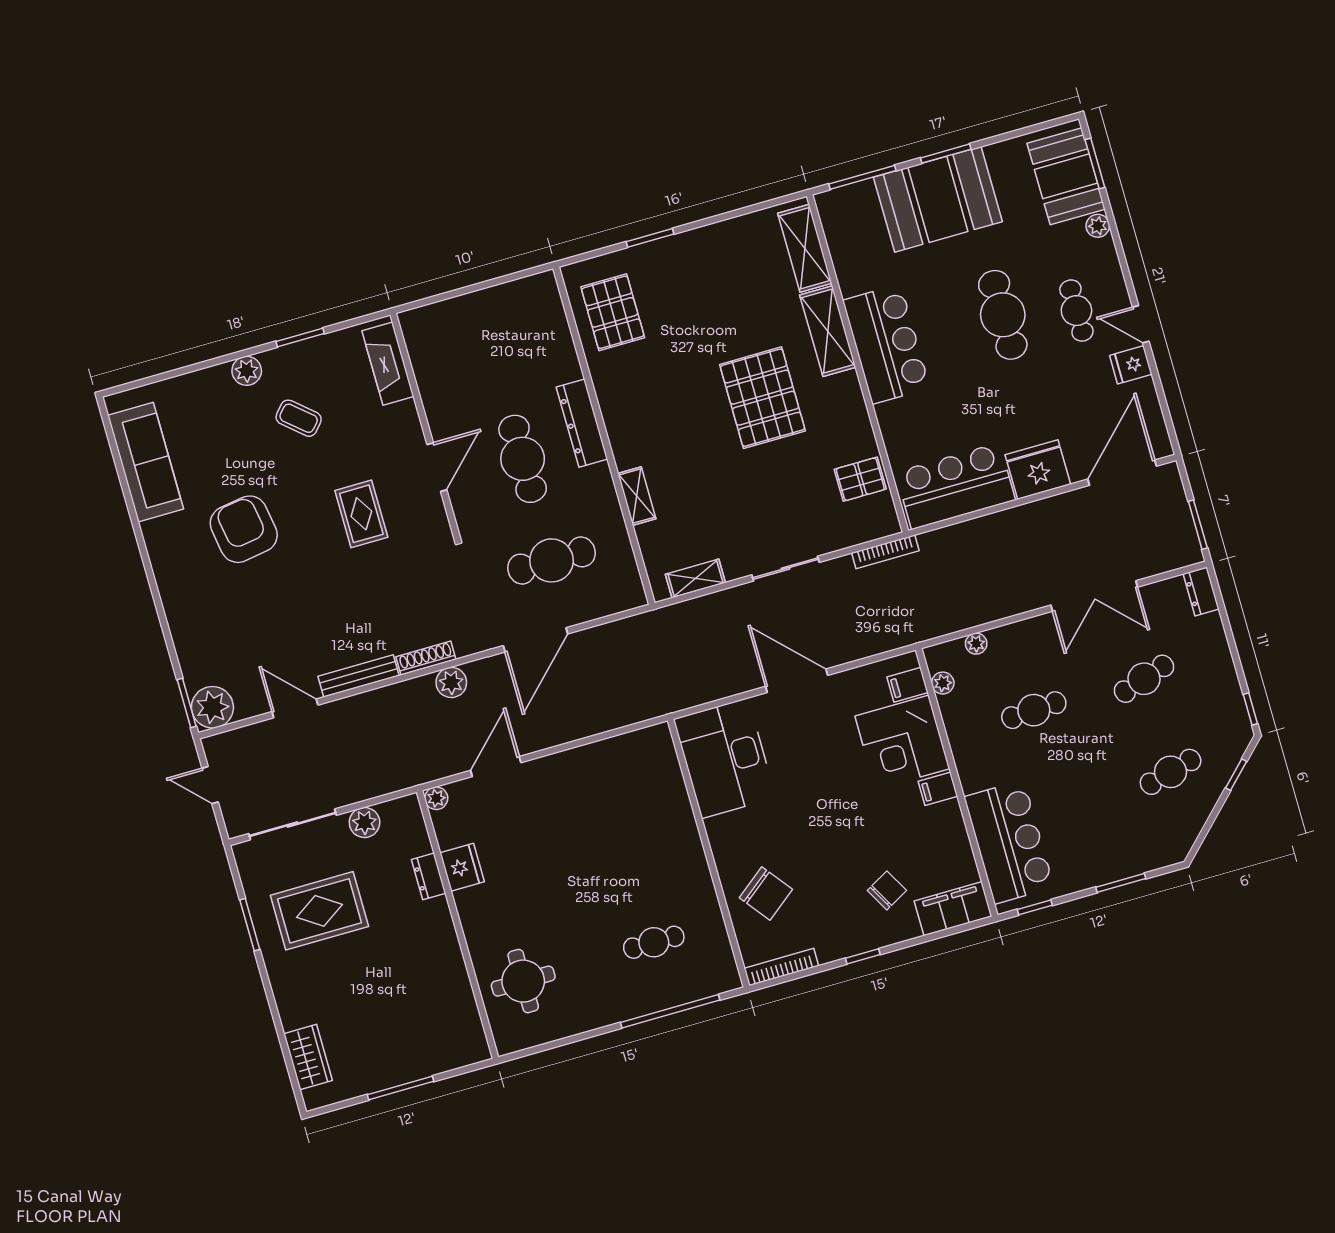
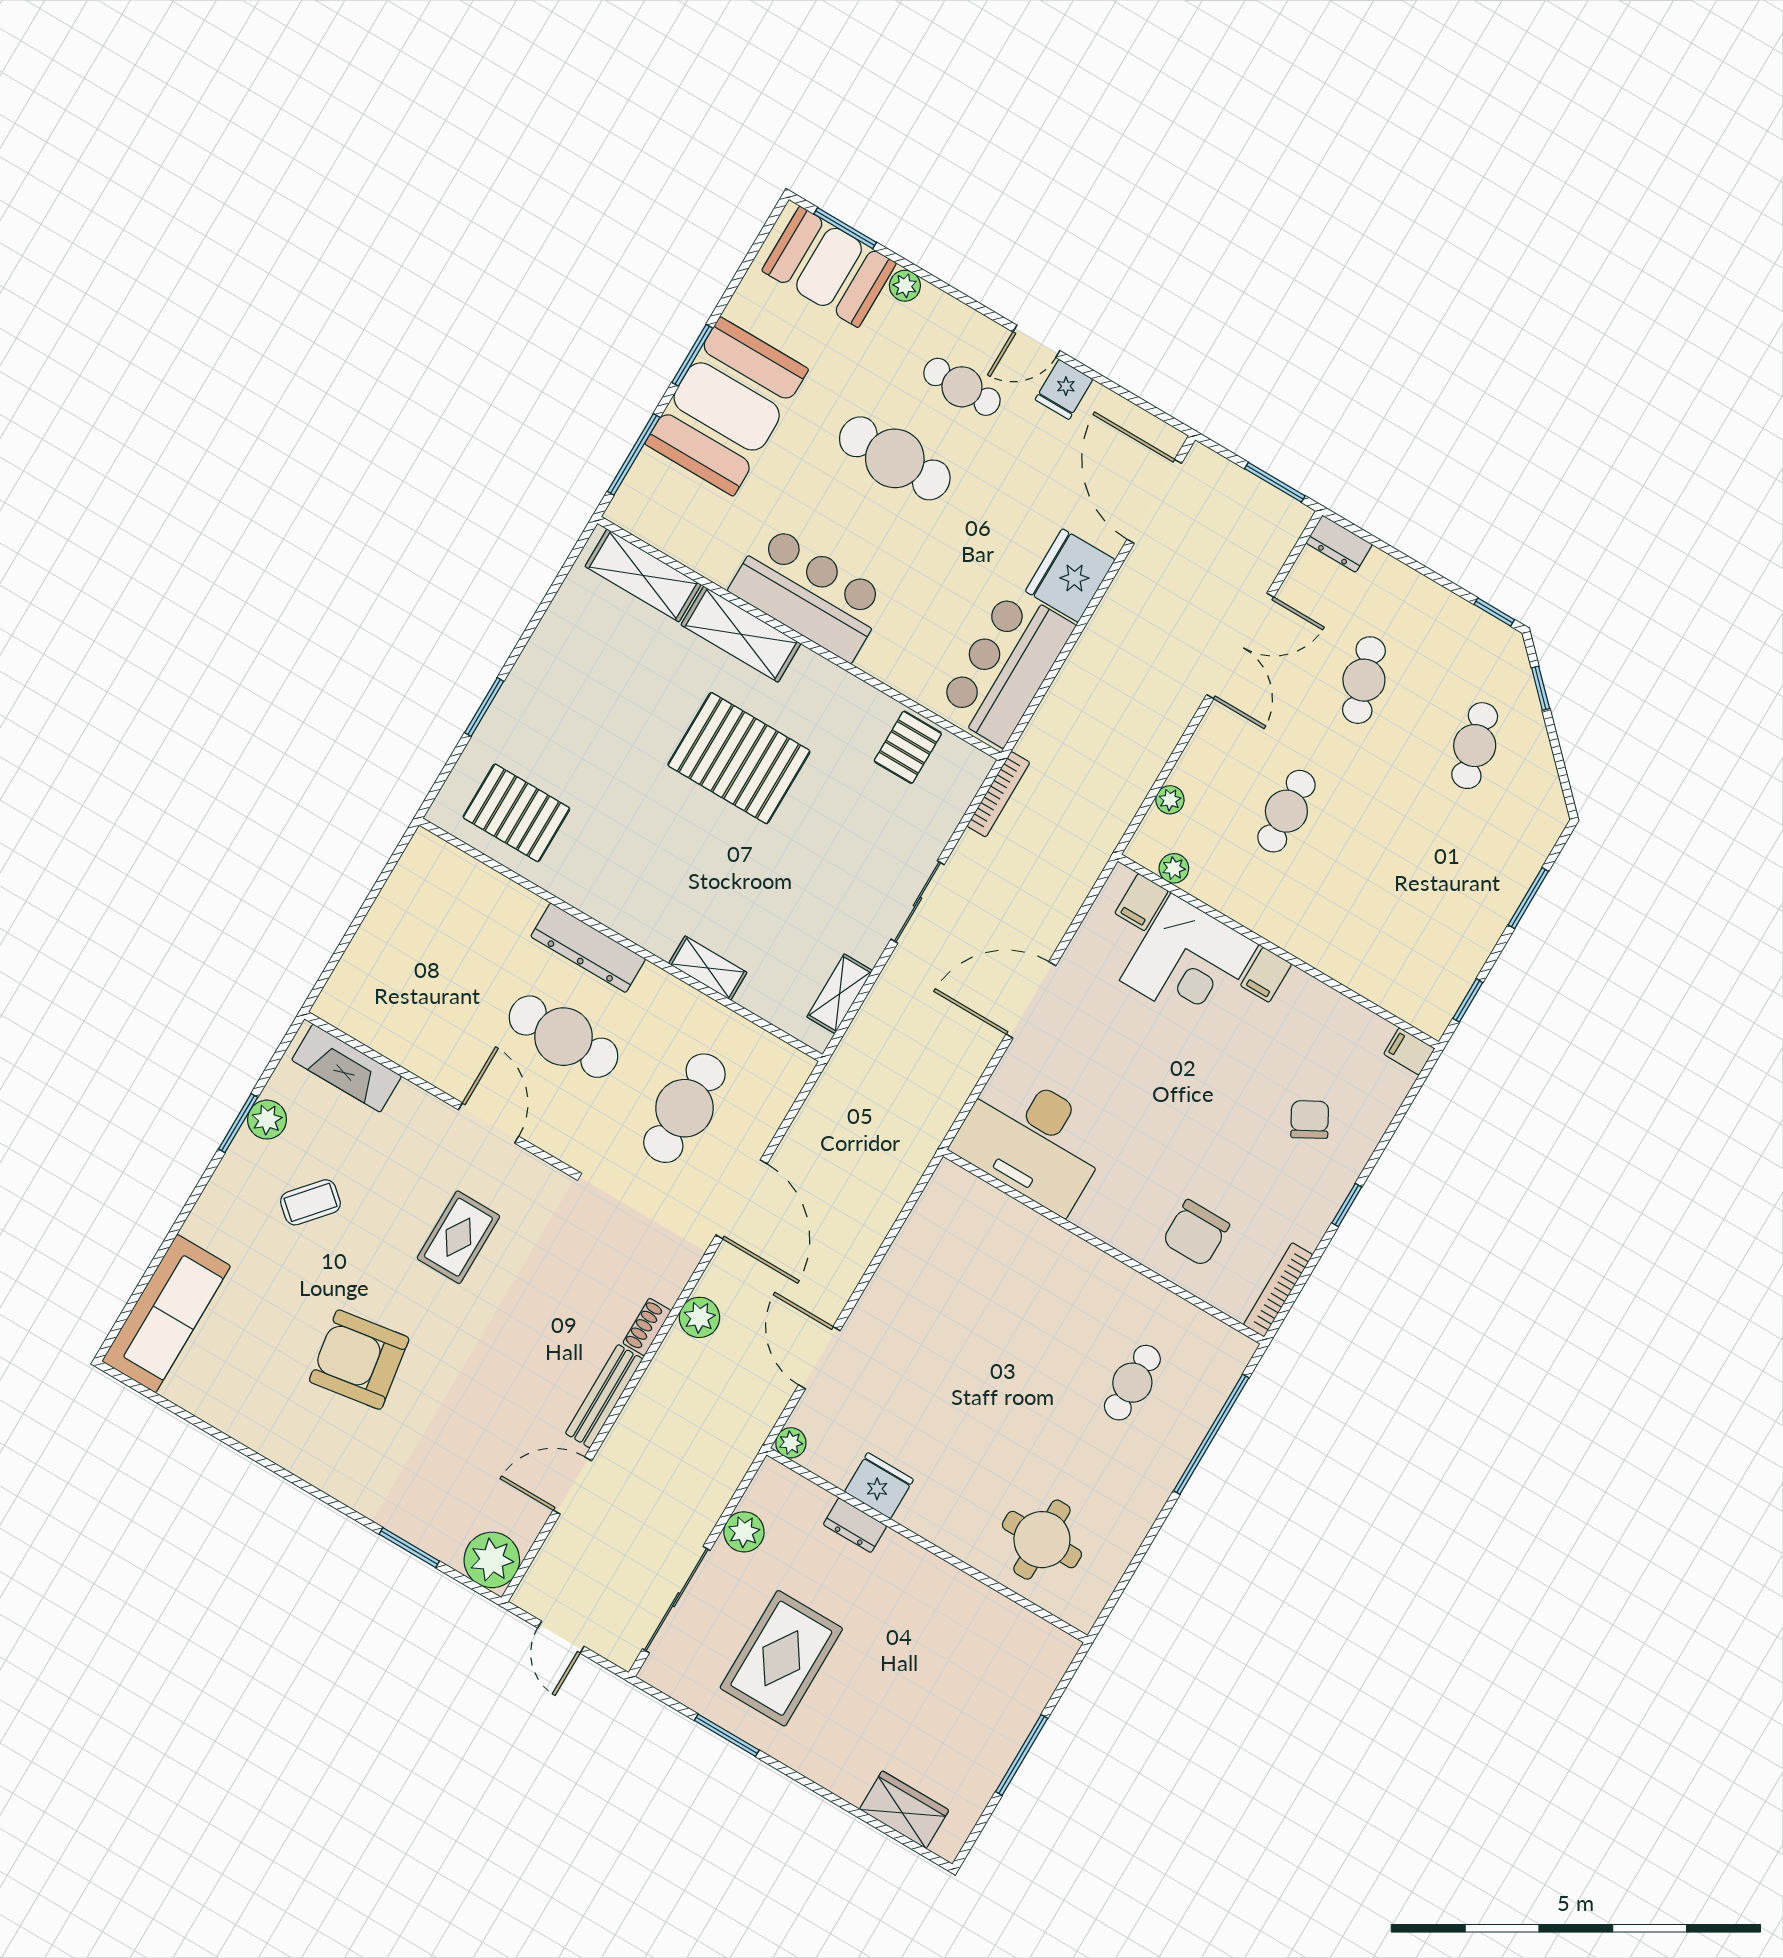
plant: (247, 371) -> (267, 1120), moved
sofa: (146, 462) -> (166, 1314), moved, turned 90
rug: (361, 514) -> (458, 1237), turned 90
shoe rack: (426, 658) -> (647, 1327), width x0.70
window: (187, 703) -> (409, 1548), moved
door: (210, 785) -> (561, 1637), hinge flipped
bar counter: (1009, 842) -> (1383, 961), removed
chair: (766, 894) -> (1196, 1233), turned 128
filing cabinet: (953, 909) -> (1409, 1051), width x0.33, depth x0.86

